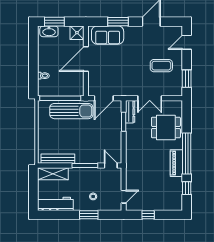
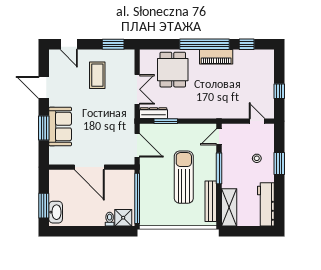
shower: (77, 33) -> (123, 218), moved
sofa: (108, 35) -> (60, 127), moved
sun lounger: (71, 111) -> (184, 177), moved

